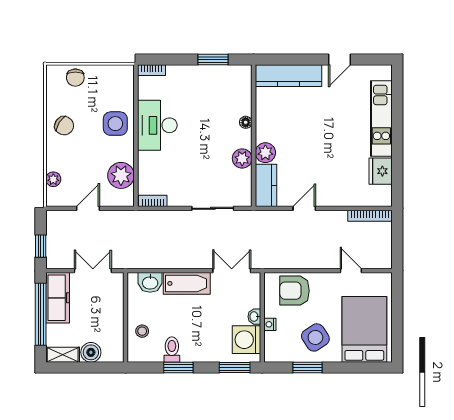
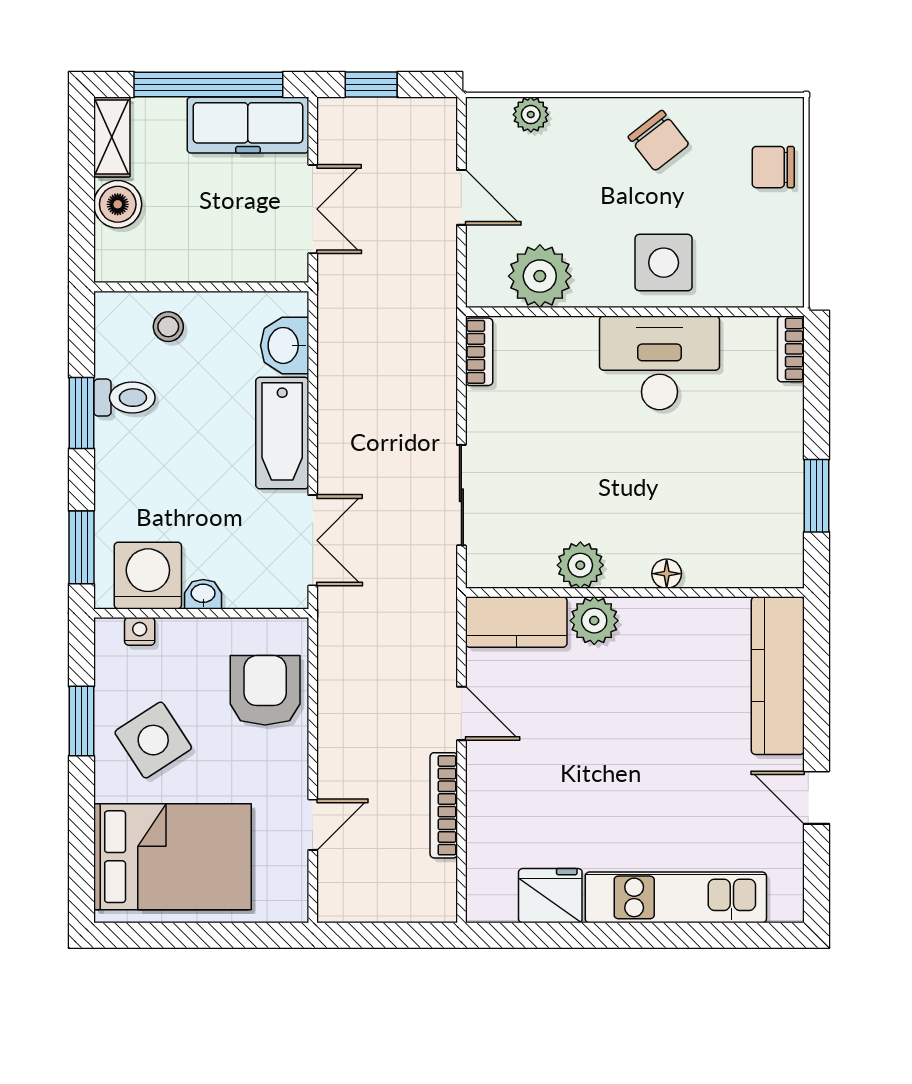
chair: (64, 126) -> (658, 140), turned -71
bookcase: (370, 216) -> (444, 805), moved
nightstand: (270, 324) -> (140, 631), moved

